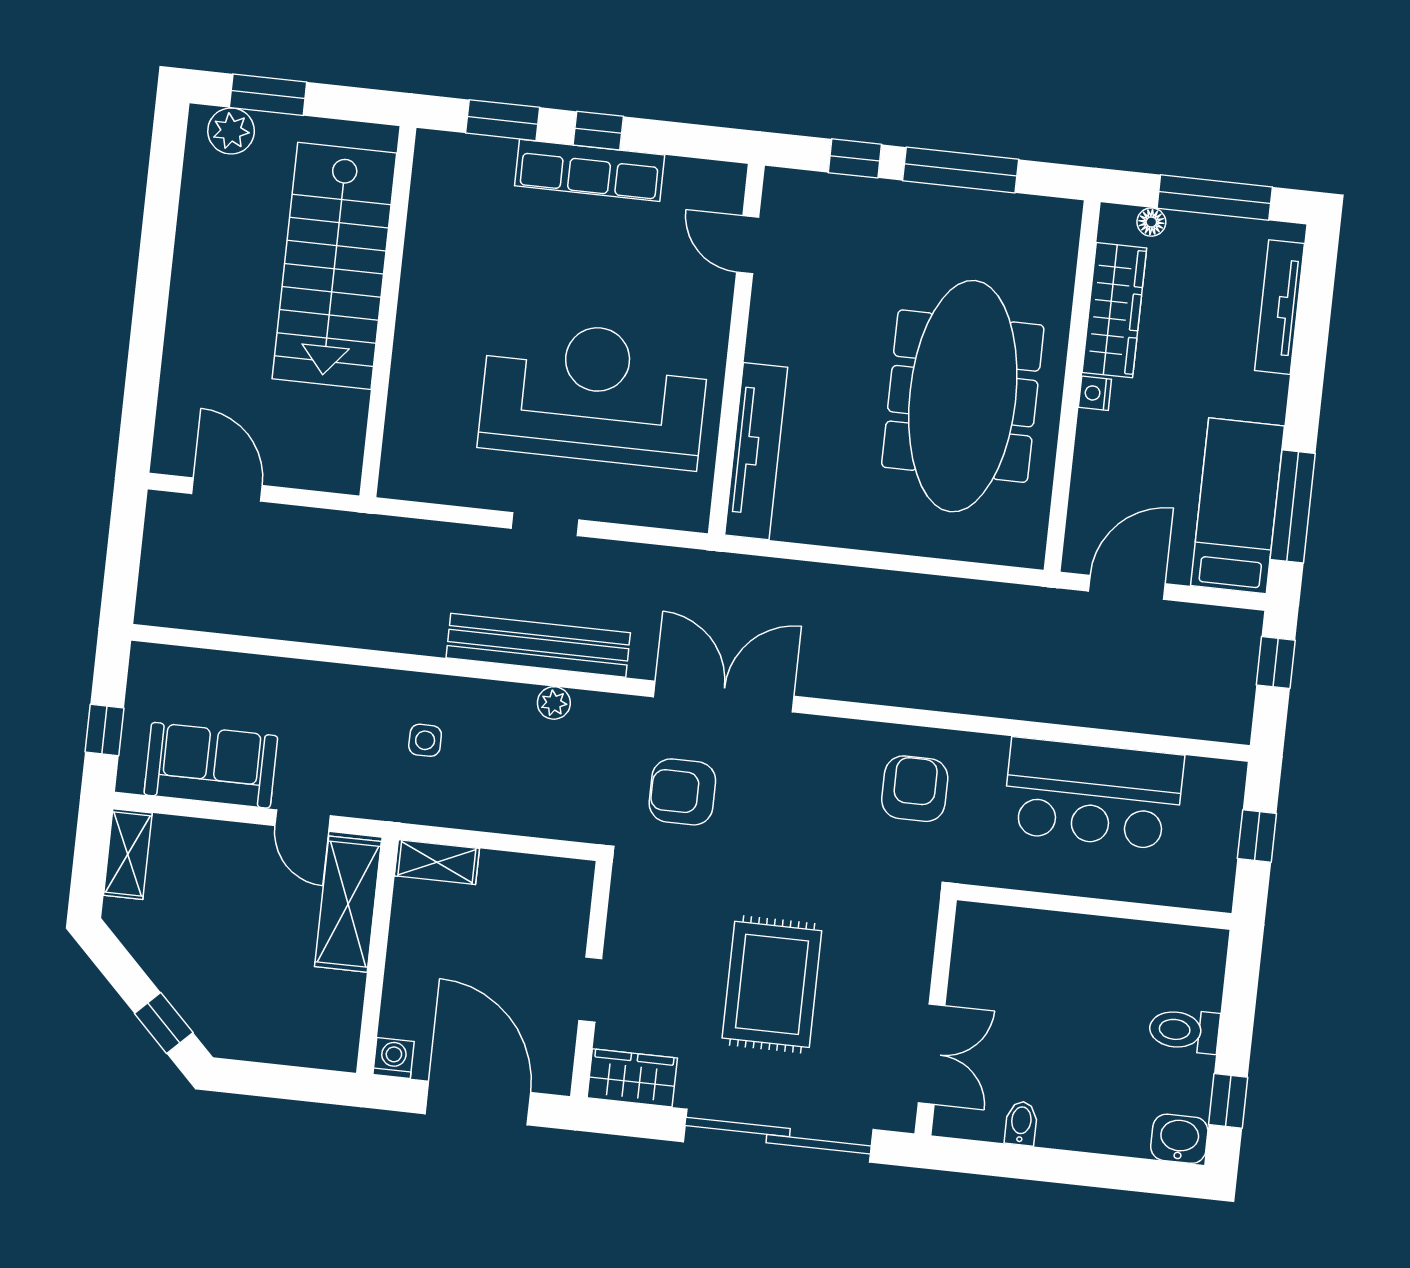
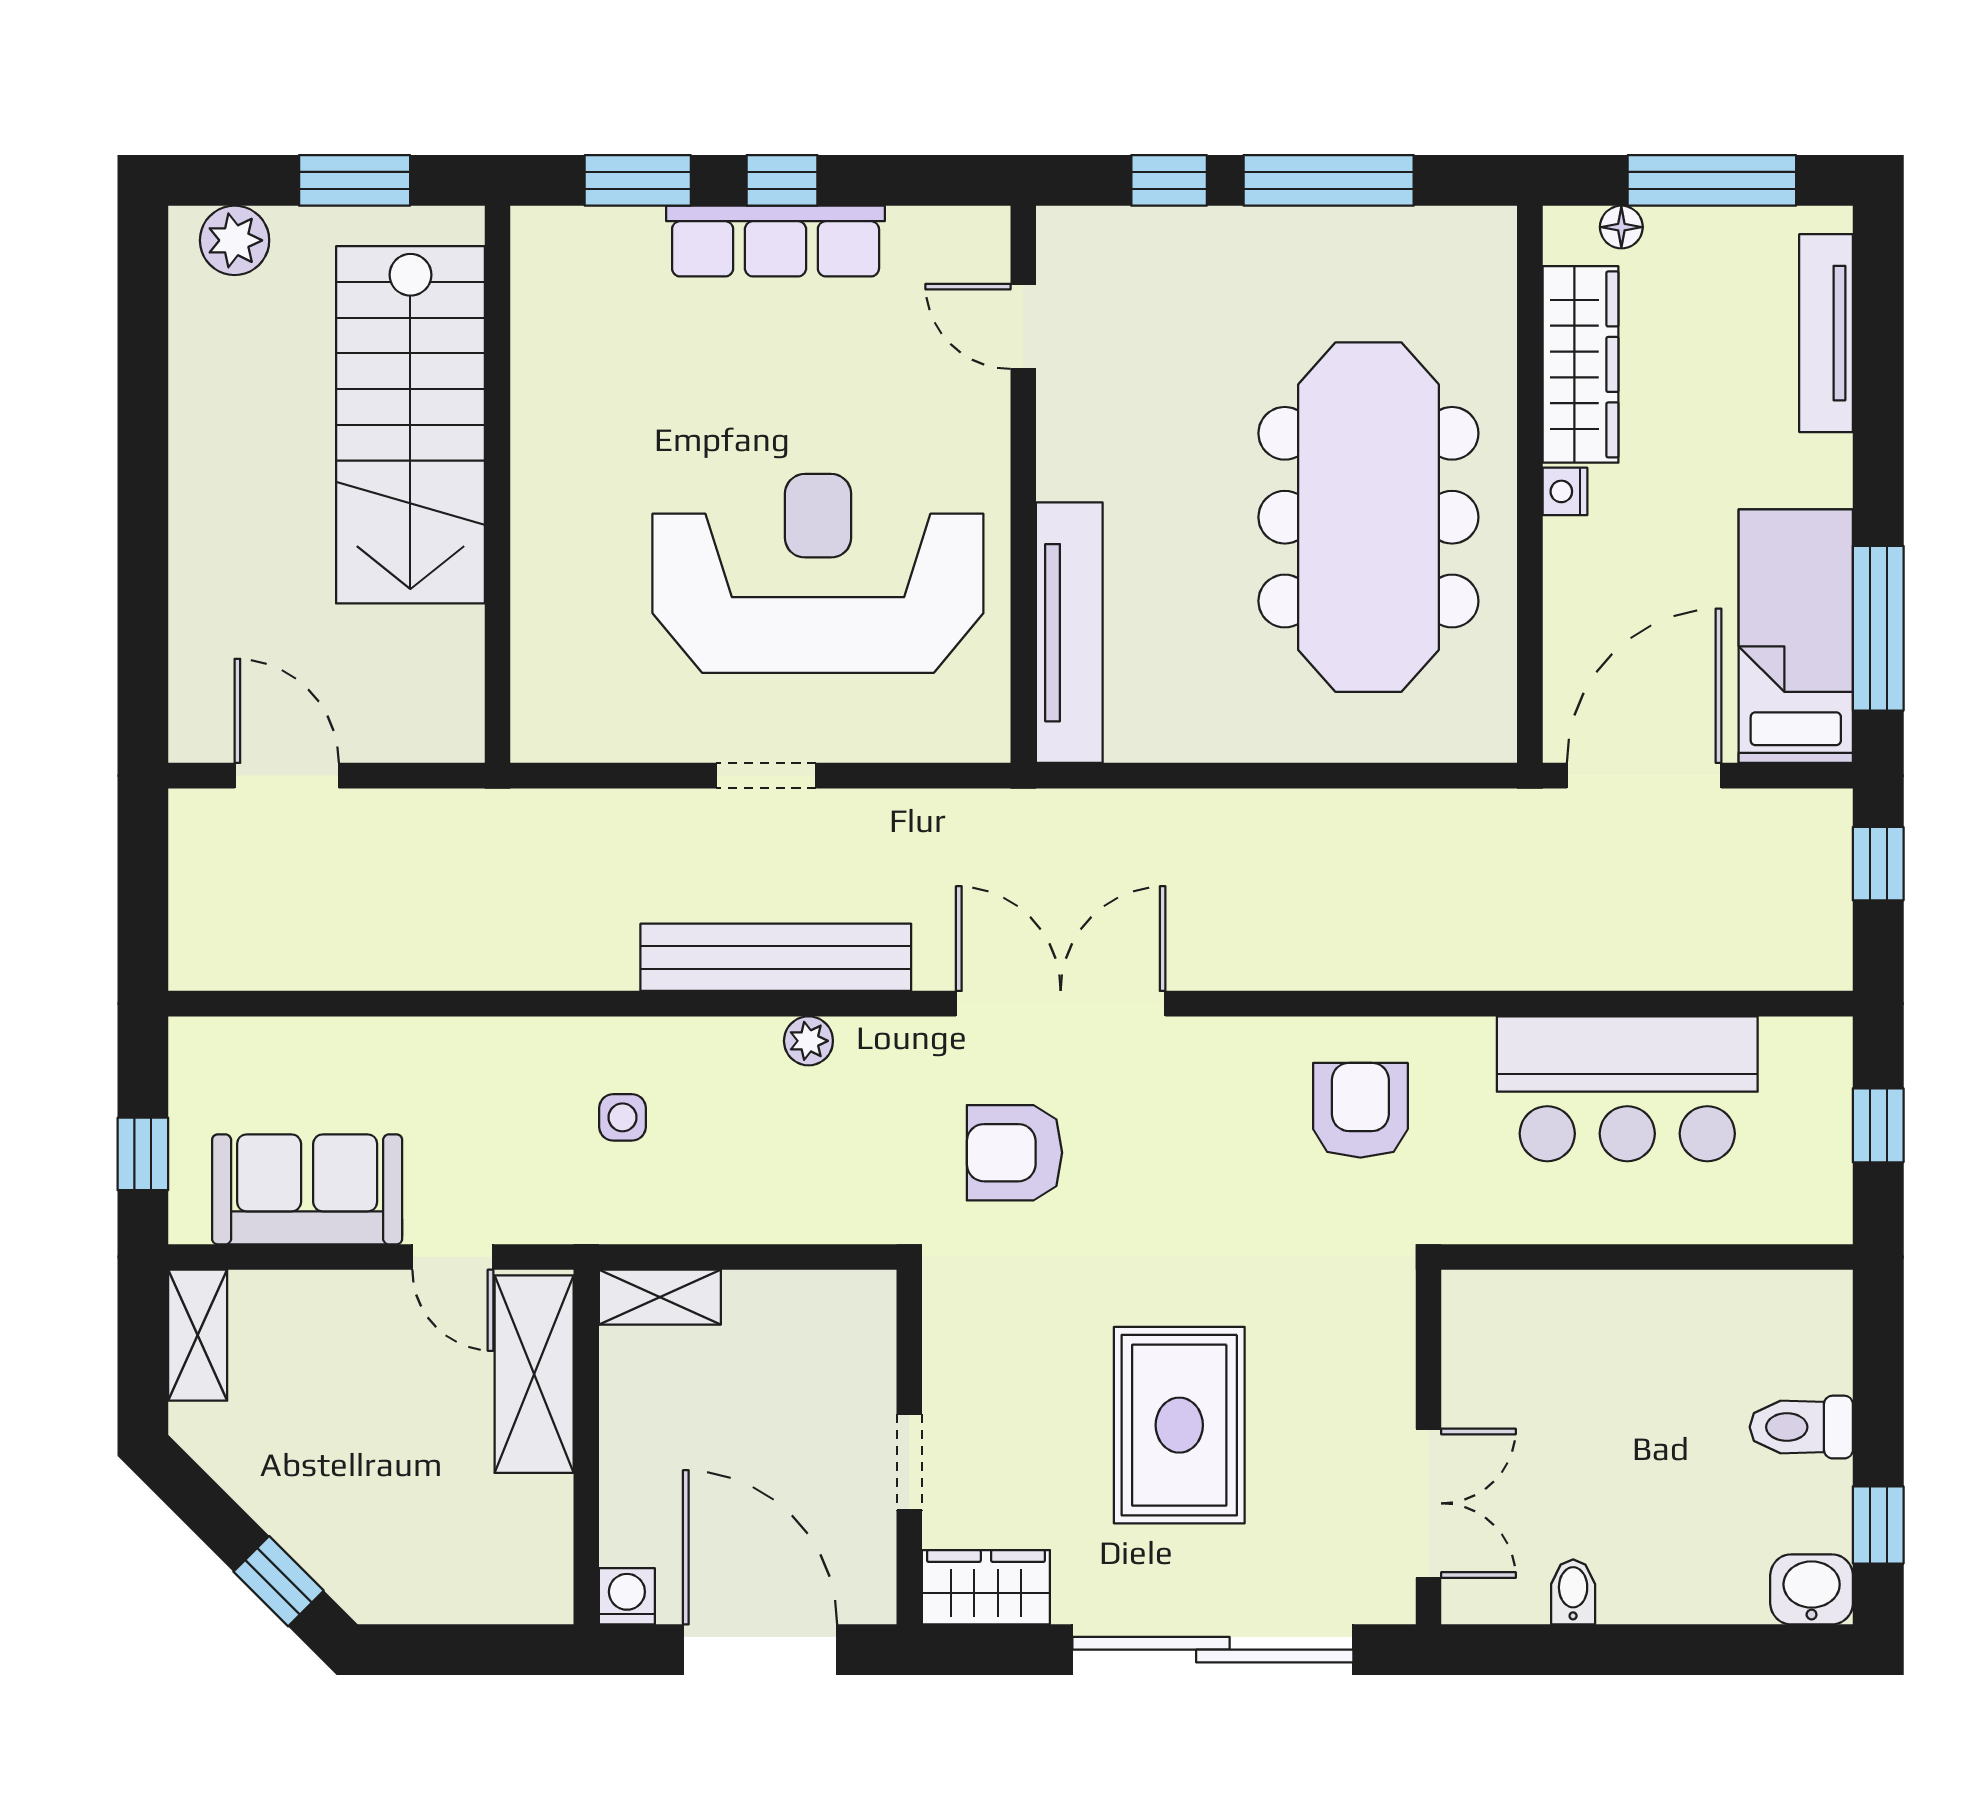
window: (268, 95) -> (355, 180), moved
door: (1127, 587) -> (1644, 776), width x1.36

